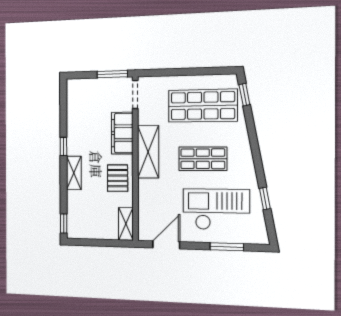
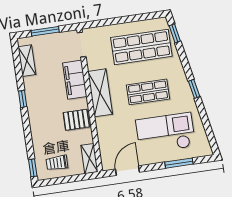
window: (112, 74) -> (45, 31), moved
shelving: (74, 173) -> (27, 61), moved
pallet: (118, 178) -> (76, 120), turned 90
window: (265, 199) -> (194, 89), moved
trolley: (90, 222) -> (57, 163), added

